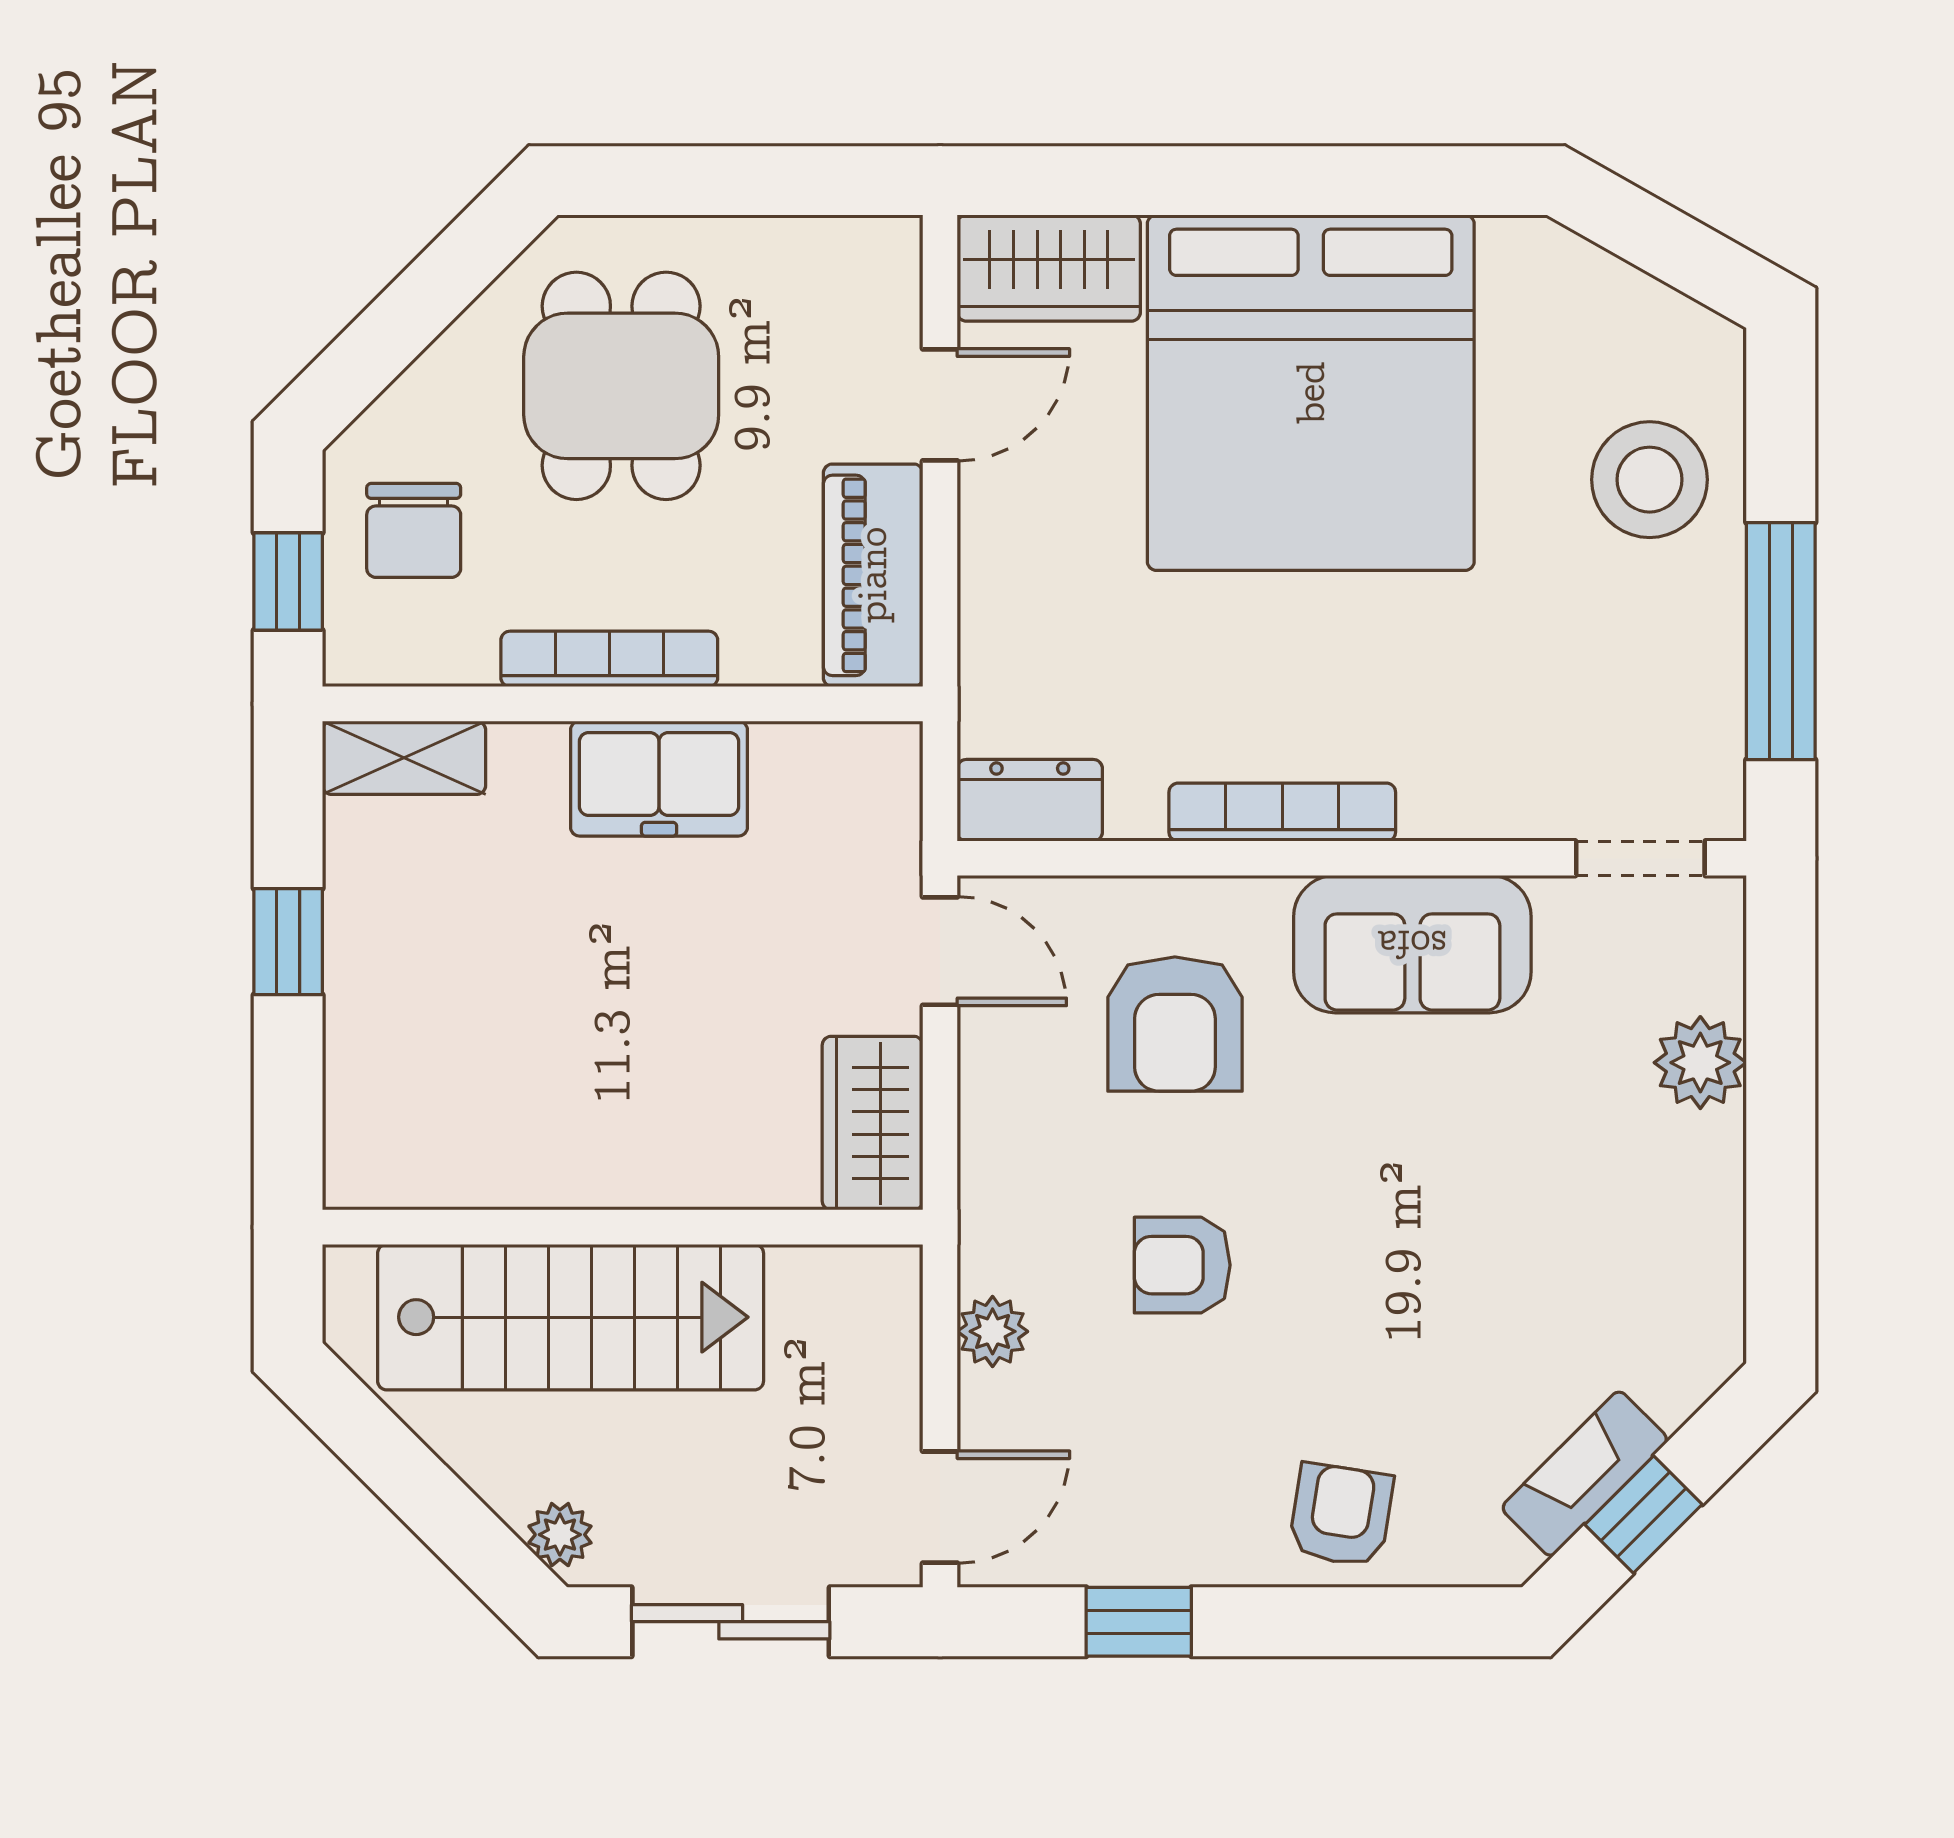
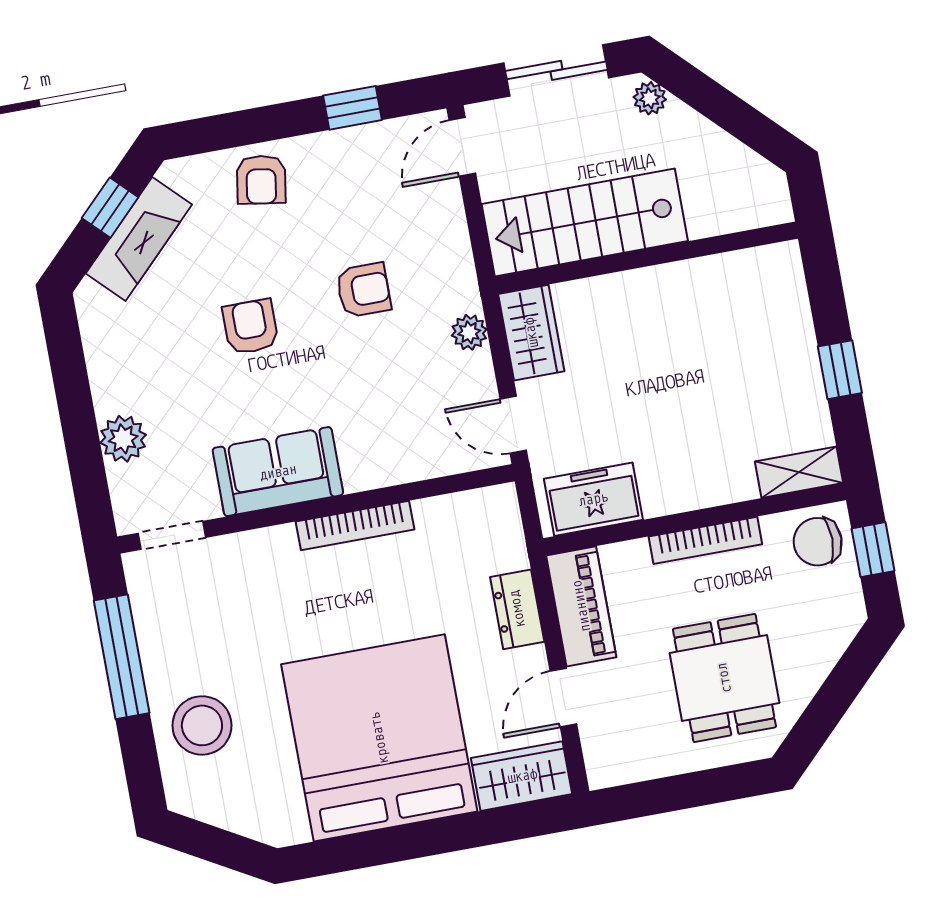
chair: (414, 530) -> (818, 542), moved, turned -90
freezer: (659, 779) -> (593, 499), moved
dresser: (1030, 800) -> (517, 609), moved, turned 90
armchair: (1175, 1024) -> (250, 327), moved, width x0.72, depth x0.72
stairs: (571, 1317) -> (585, 223), moved
plant: (993, 1331) -> (469, 332), moved
fireplace: (1585, 1474) -> (139, 239), width x1.37, depth x1.32

